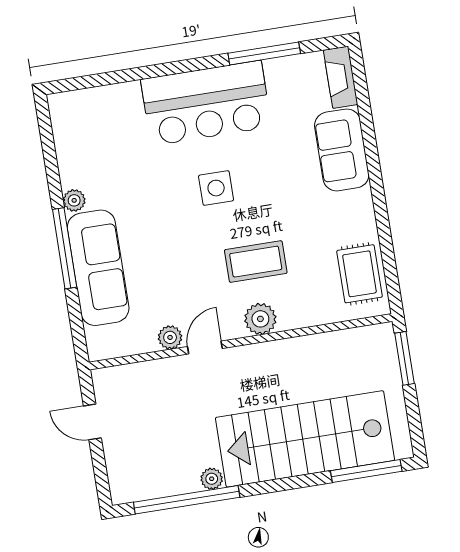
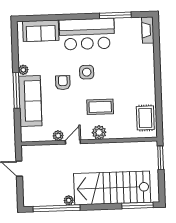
sofa: (342, 150) -> (41, 31), moved, turned -90
armchair: (166, 218) -> (63, 83), added

